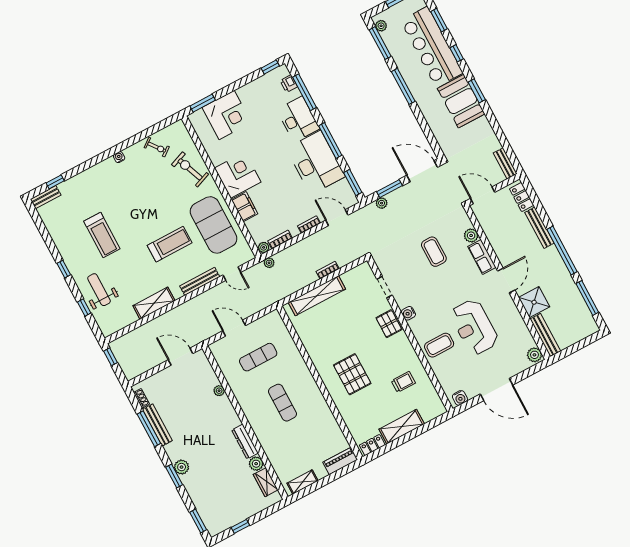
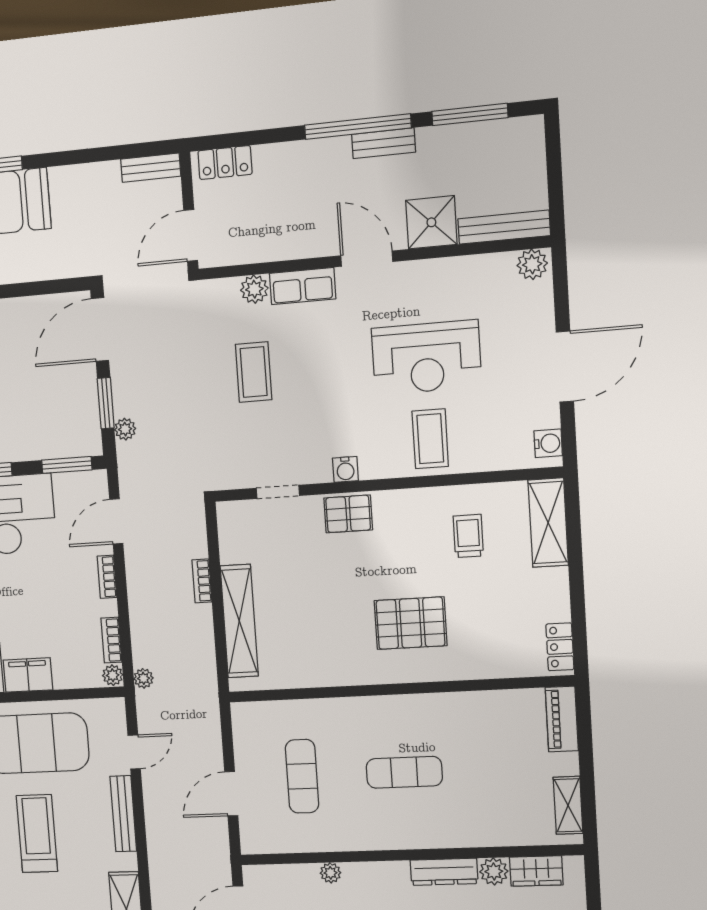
bench: (539, 228) -> (384, 143), moved, width x0.73
coffee table: (434, 252) -> (254, 372), turned 90
shelving: (402, 427) -> (548, 523), moved

